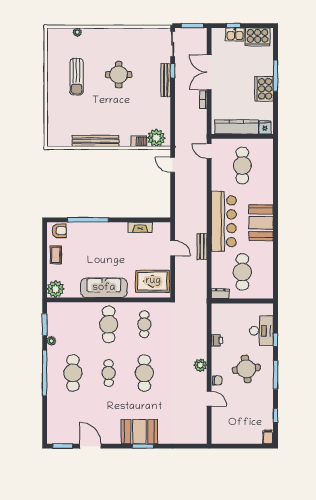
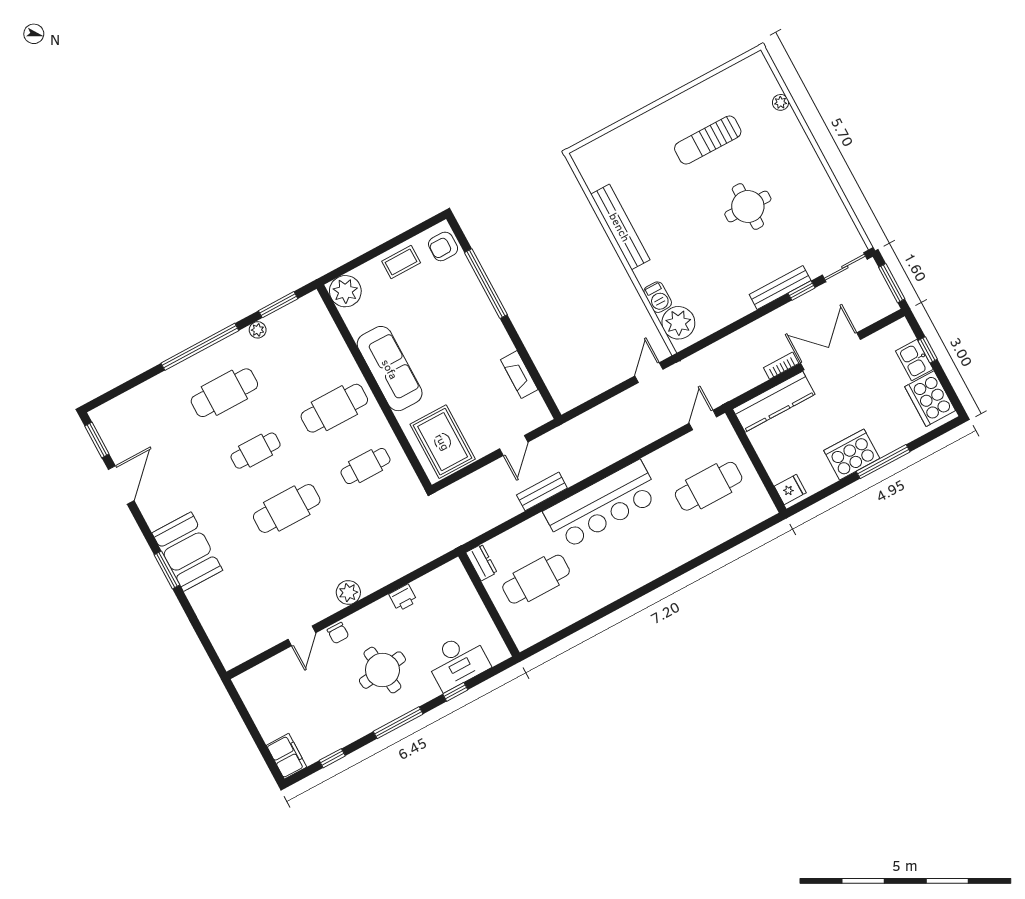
kitchen counter: (237, 127) -> (774, 402), moved, turned 90
booth: (261, 223) -> (632, 567), removed
armchair: (59, 231) -> (443, 246), turned 90
filing cabinet: (268, 437) -> (287, 756), width x2.00

